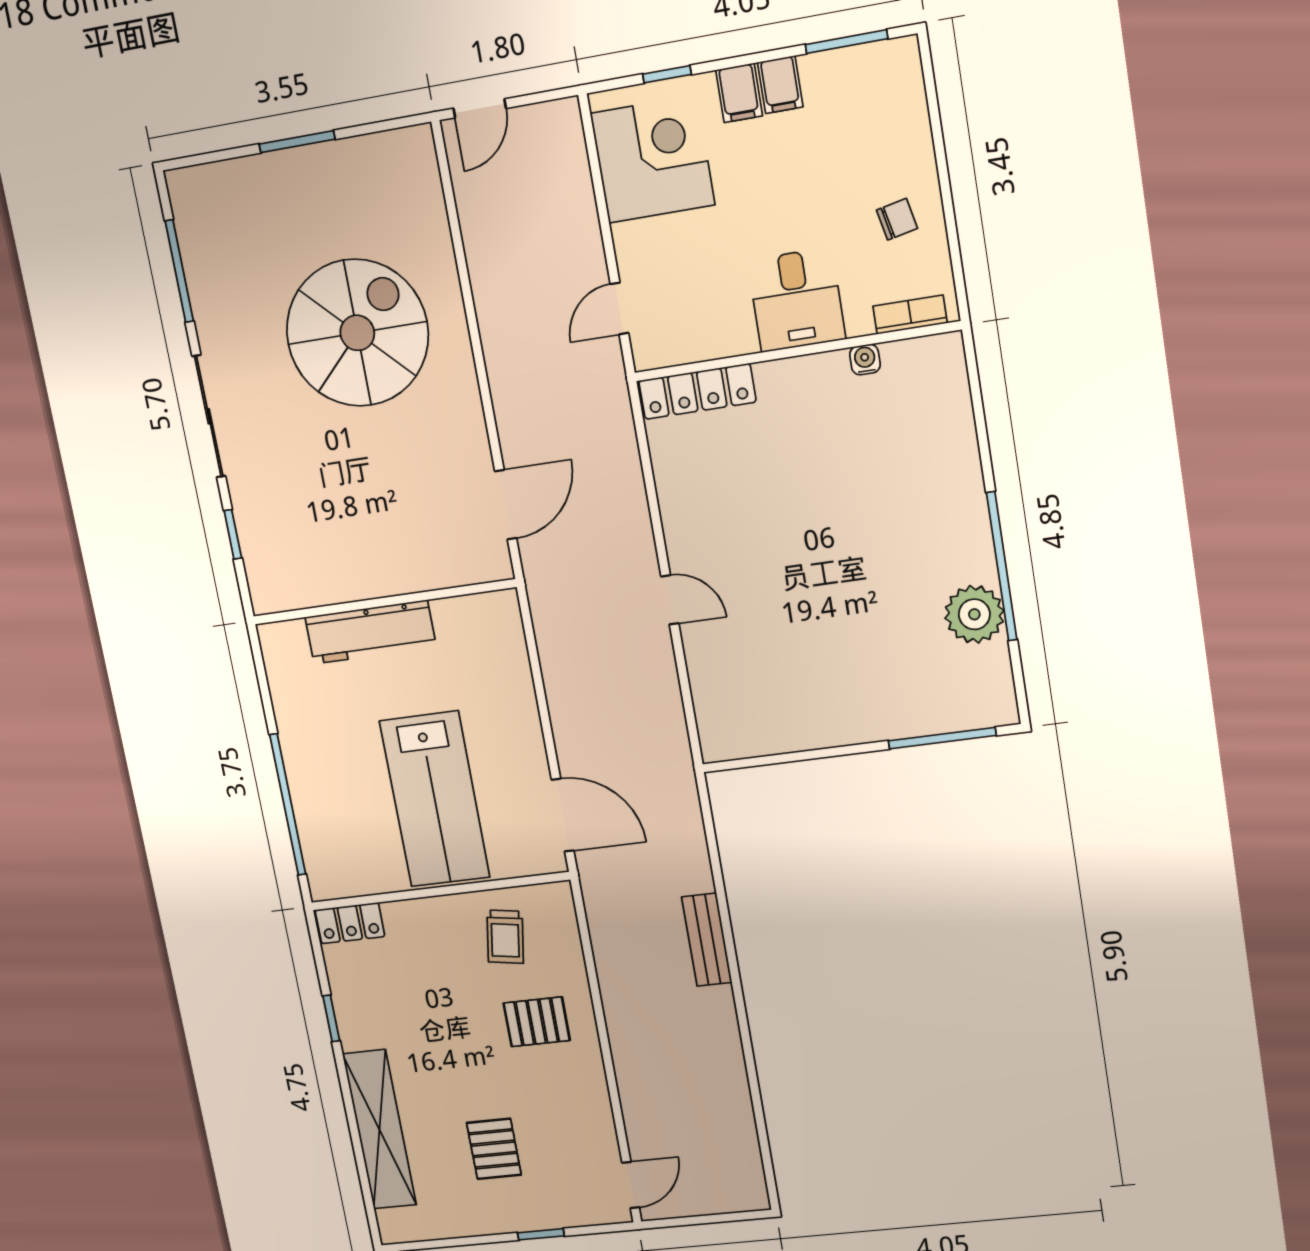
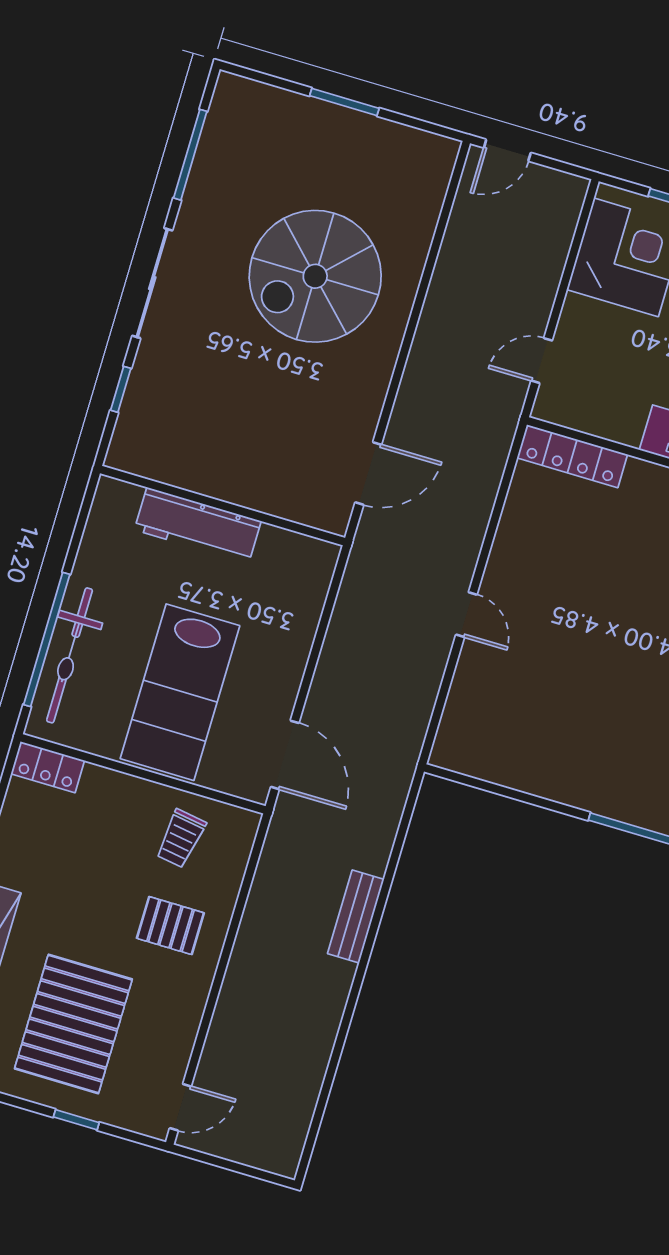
spiral stairs: (357, 333) -> (315, 276), turned 180
bicycle: (316, 810) -> (70, 655), added
pallet: (494, 1149) -> (73, 1024), width x2.05, depth x2.00

